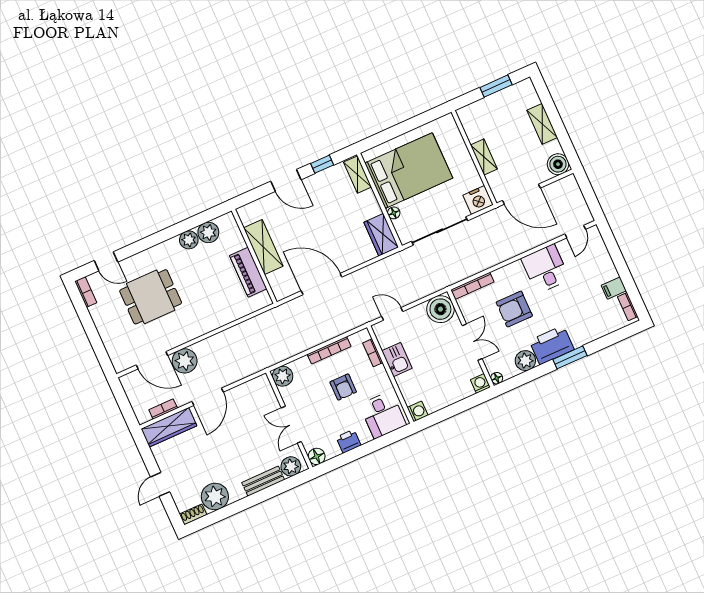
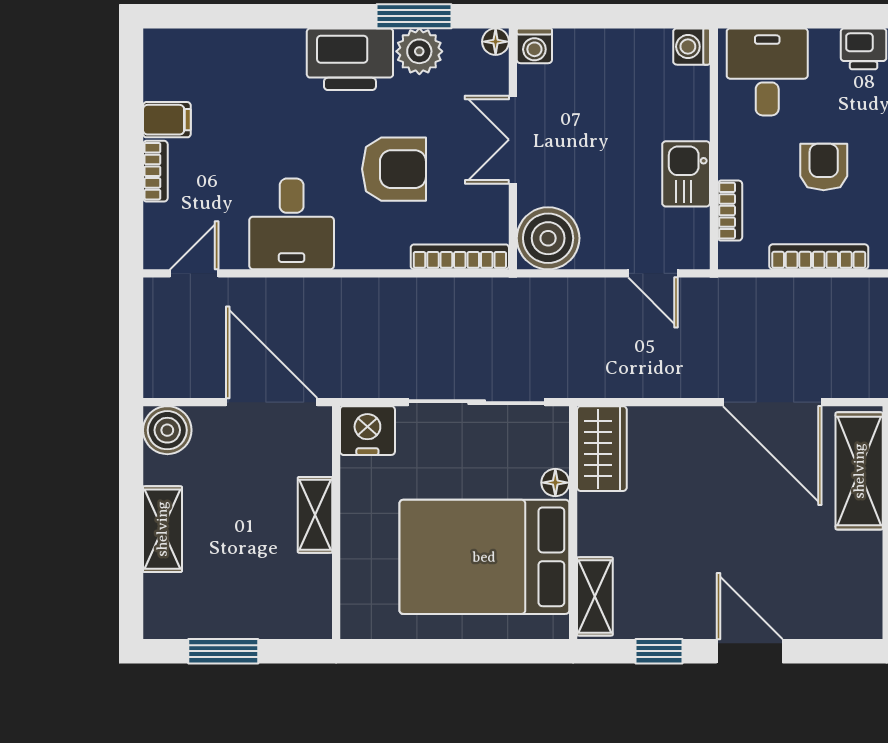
shelving: (263, 247) -> (859, 471), moved
bookcase: (628, 307) -> (155, 171), moved
window: (570, 357) -> (414, 16), moved

